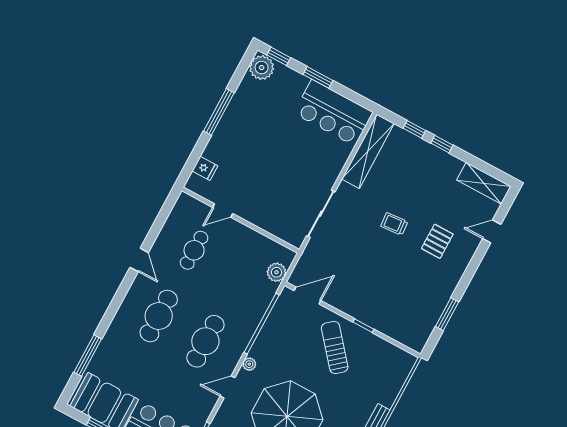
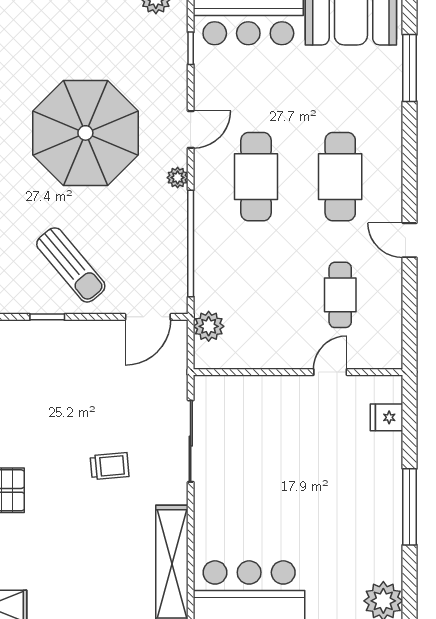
trolley: (394, 224) -> (109, 466), moved

